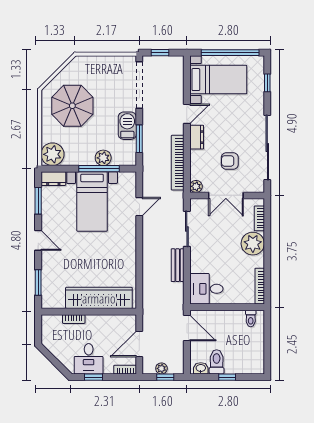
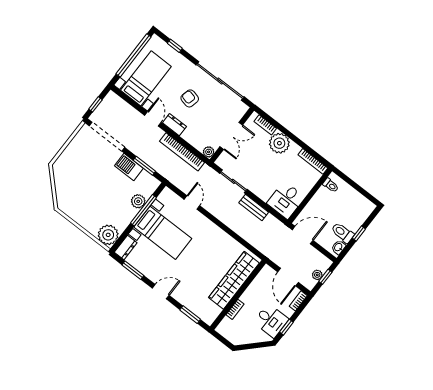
parasol: (72, 106) -> (85, 195), removed
armchair: (230, 161) -> (190, 98), moved, turned 103

